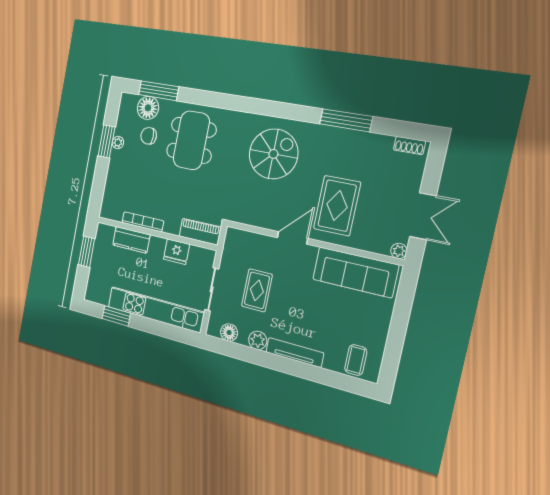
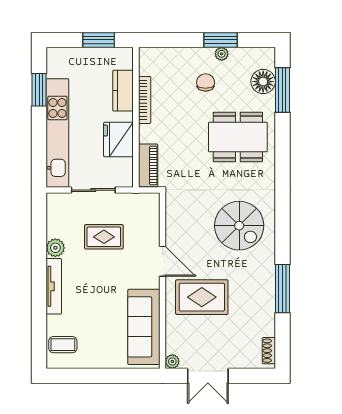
chair: (149, 136) -> (206, 82), moved
fridge: (176, 252) -> (118, 140), width x1.36, depth x1.34
floor lamp: (229, 333) -> (55, 217), removed

